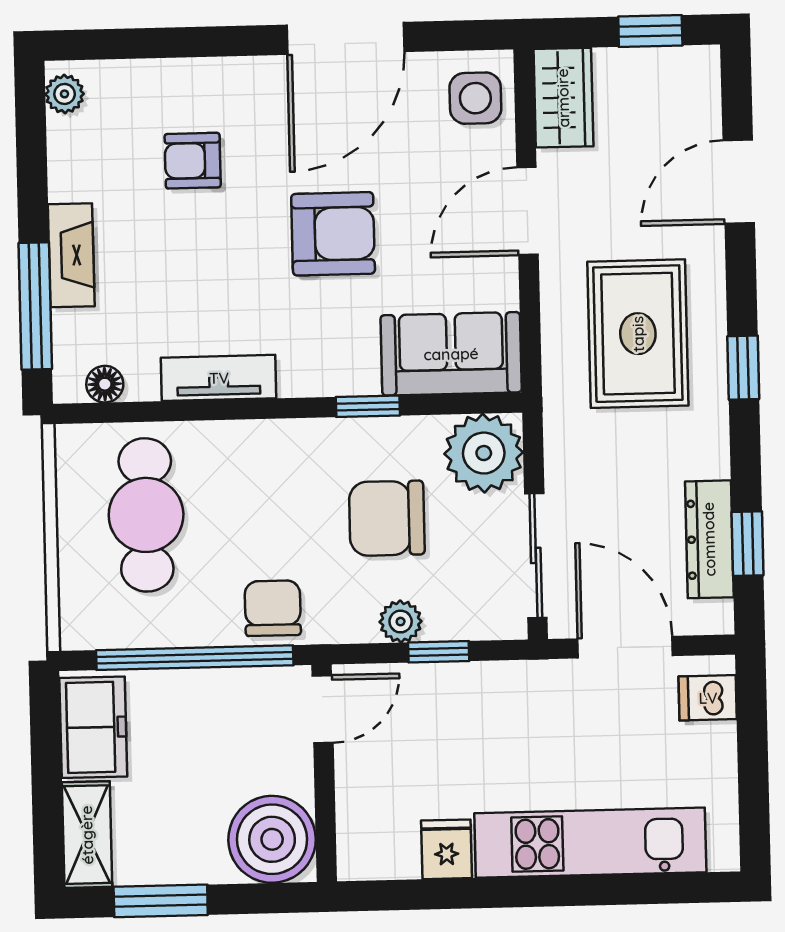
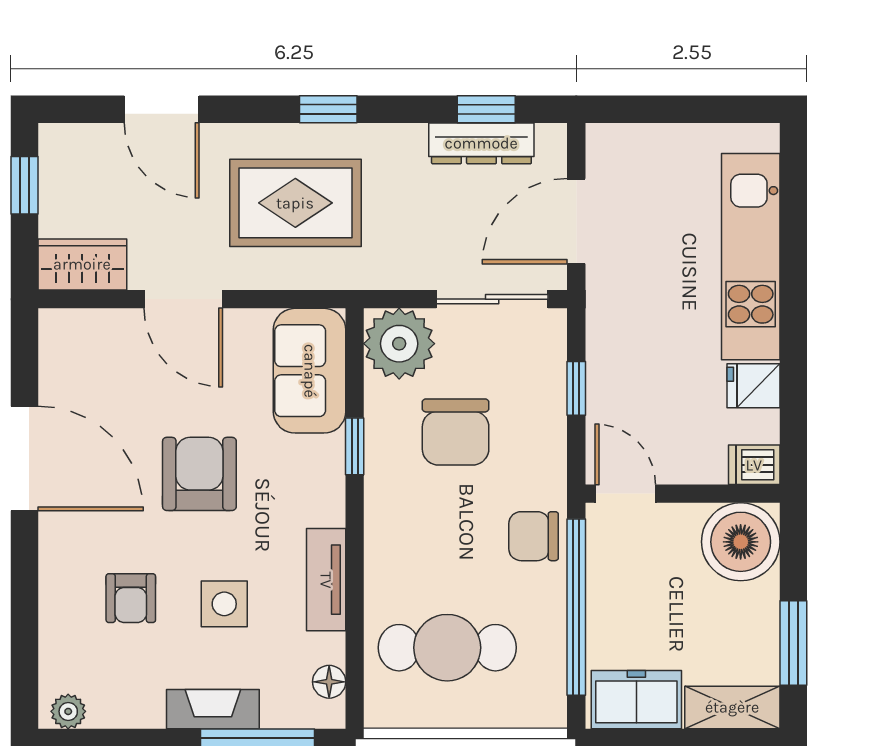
side table: (475, 98) -> (224, 604), moved
plant: (401, 622) -> (548, 422), removed
dishwasher: (708, 698) -> (754, 465), moved, turned 90

